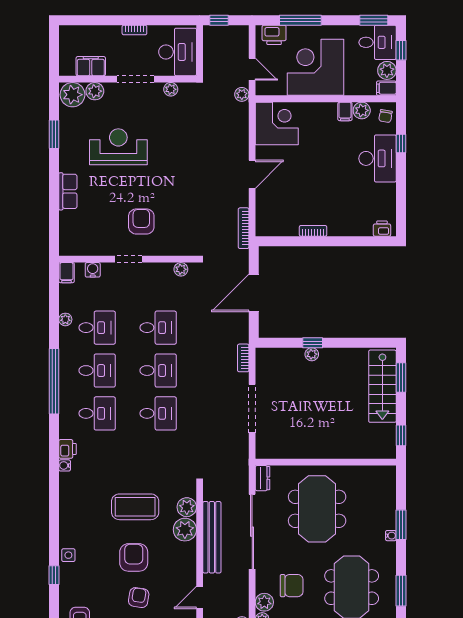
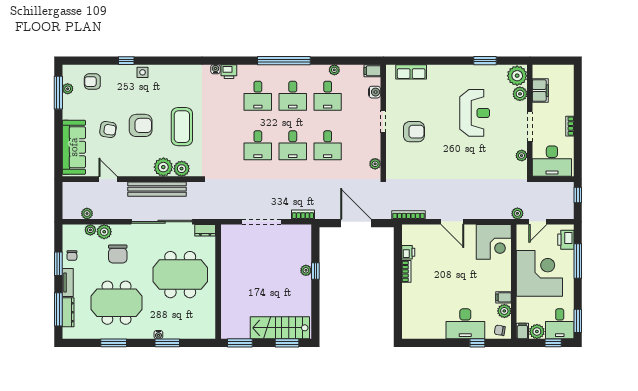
row of seats: (68, 191) -> (411, 72), moved
printer: (382, 229) -> (408, 252), moved
window: (401, 435) -> (240, 343), width x1.50

